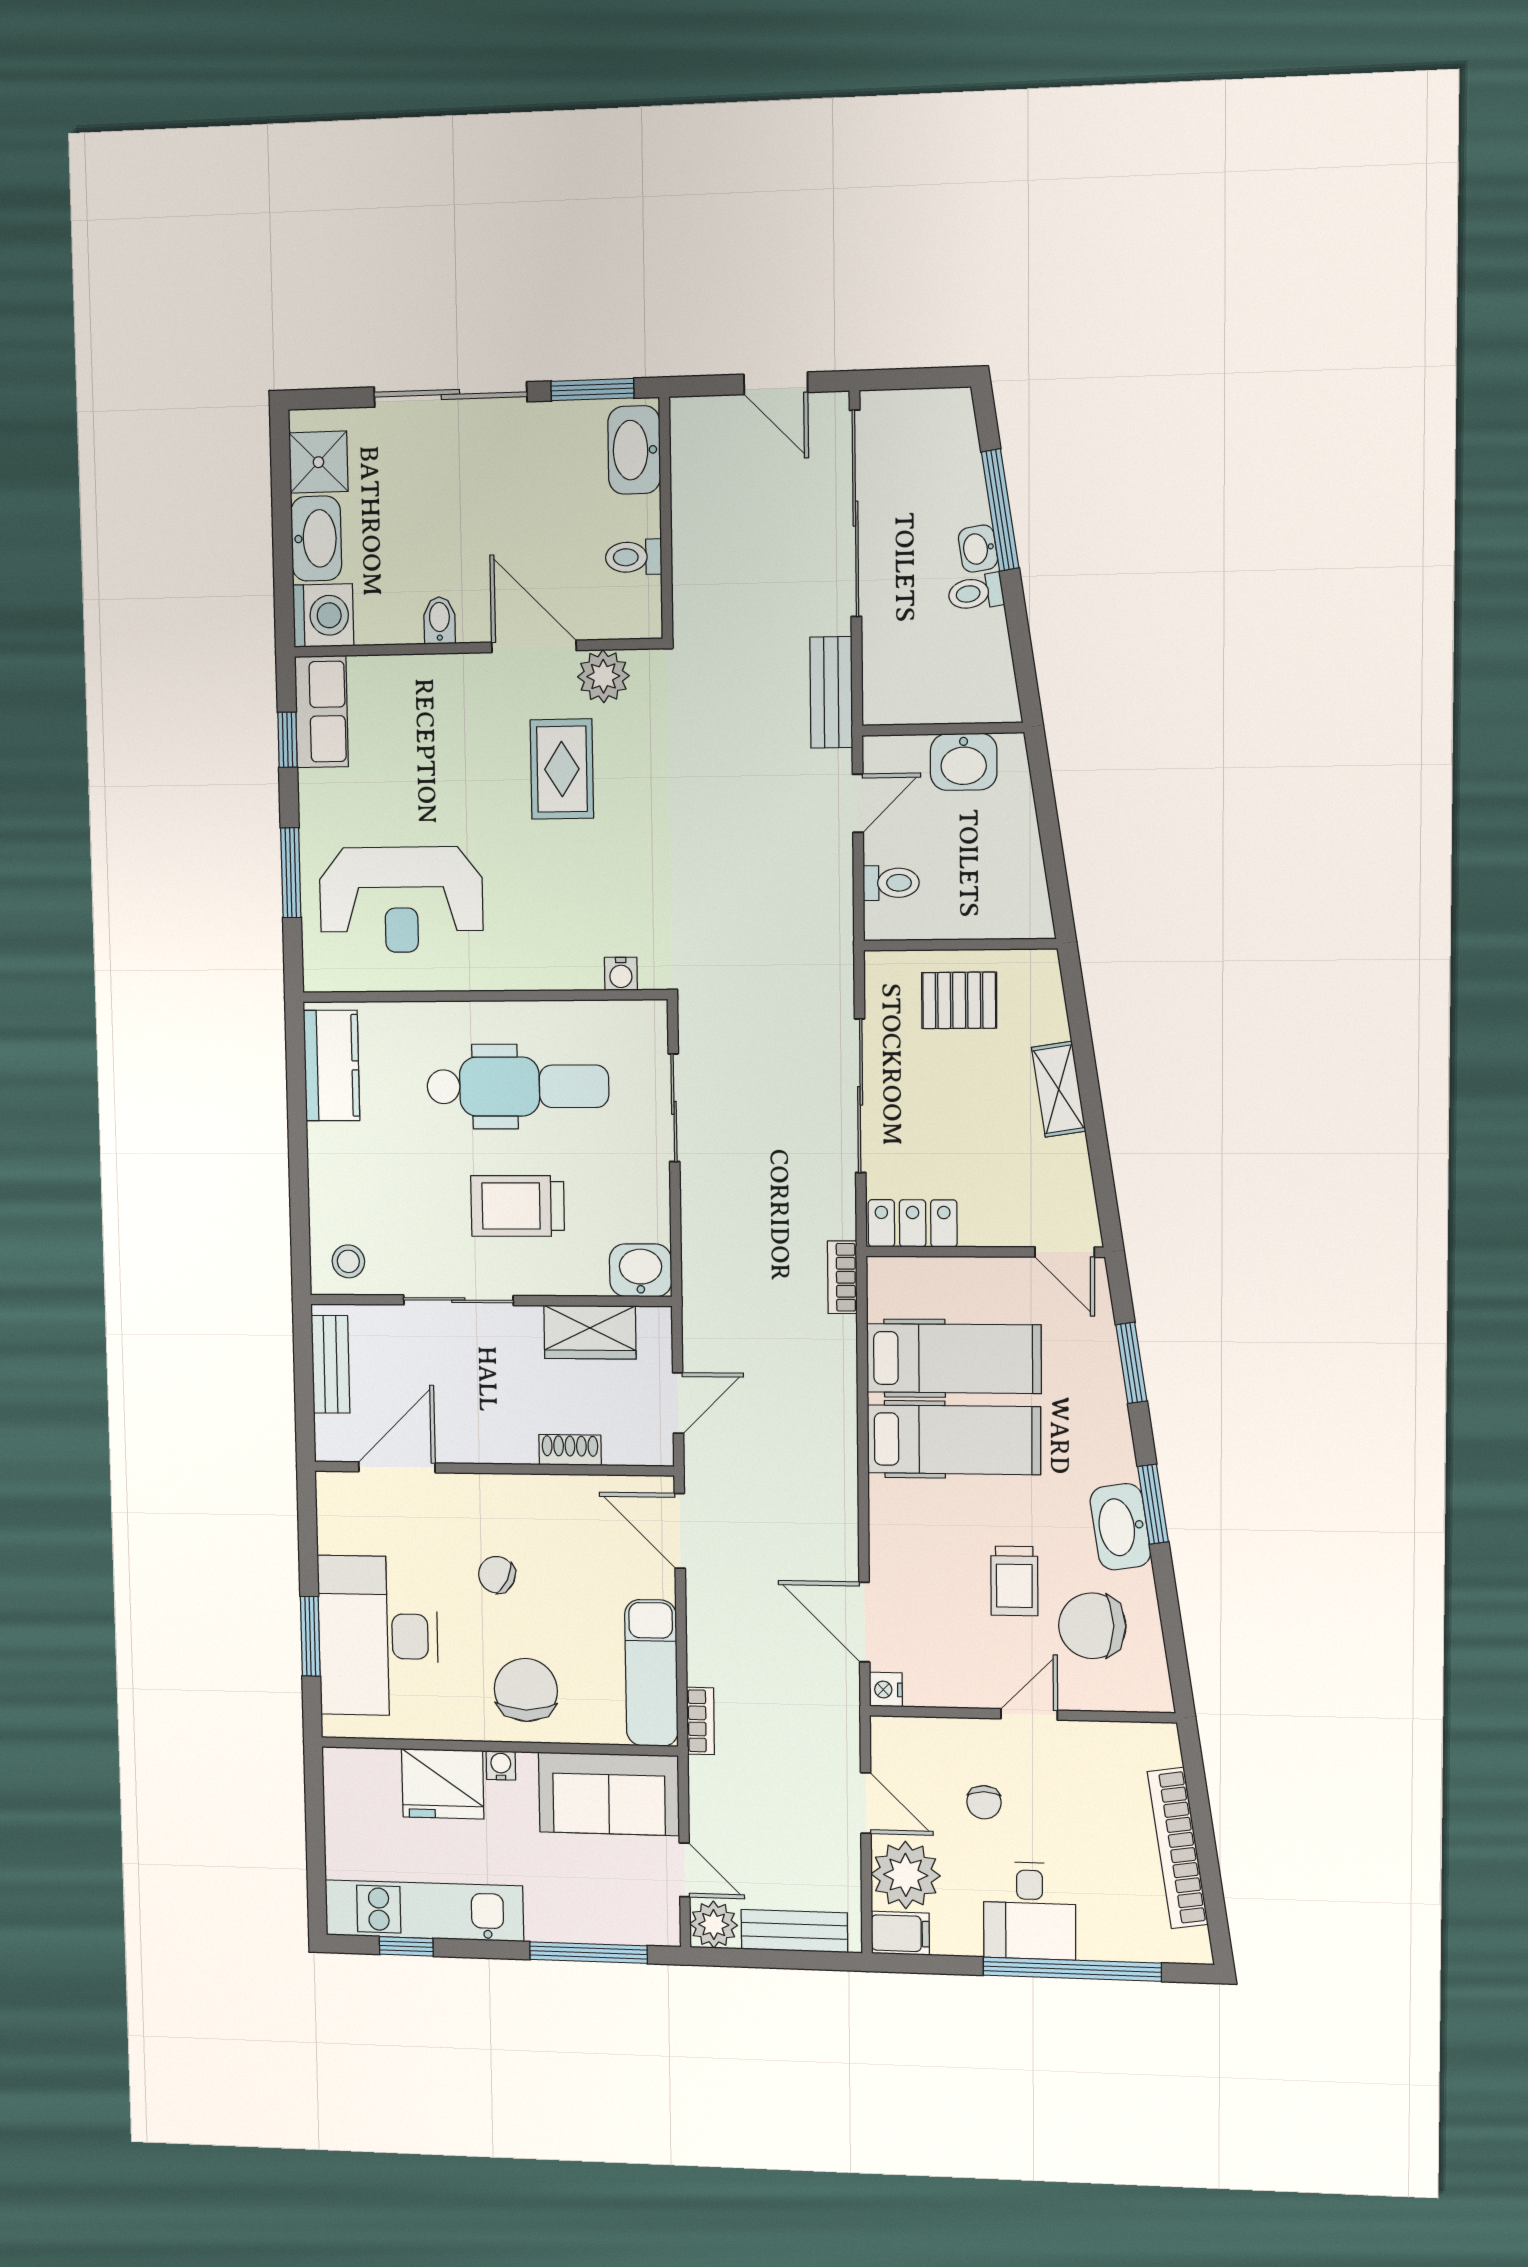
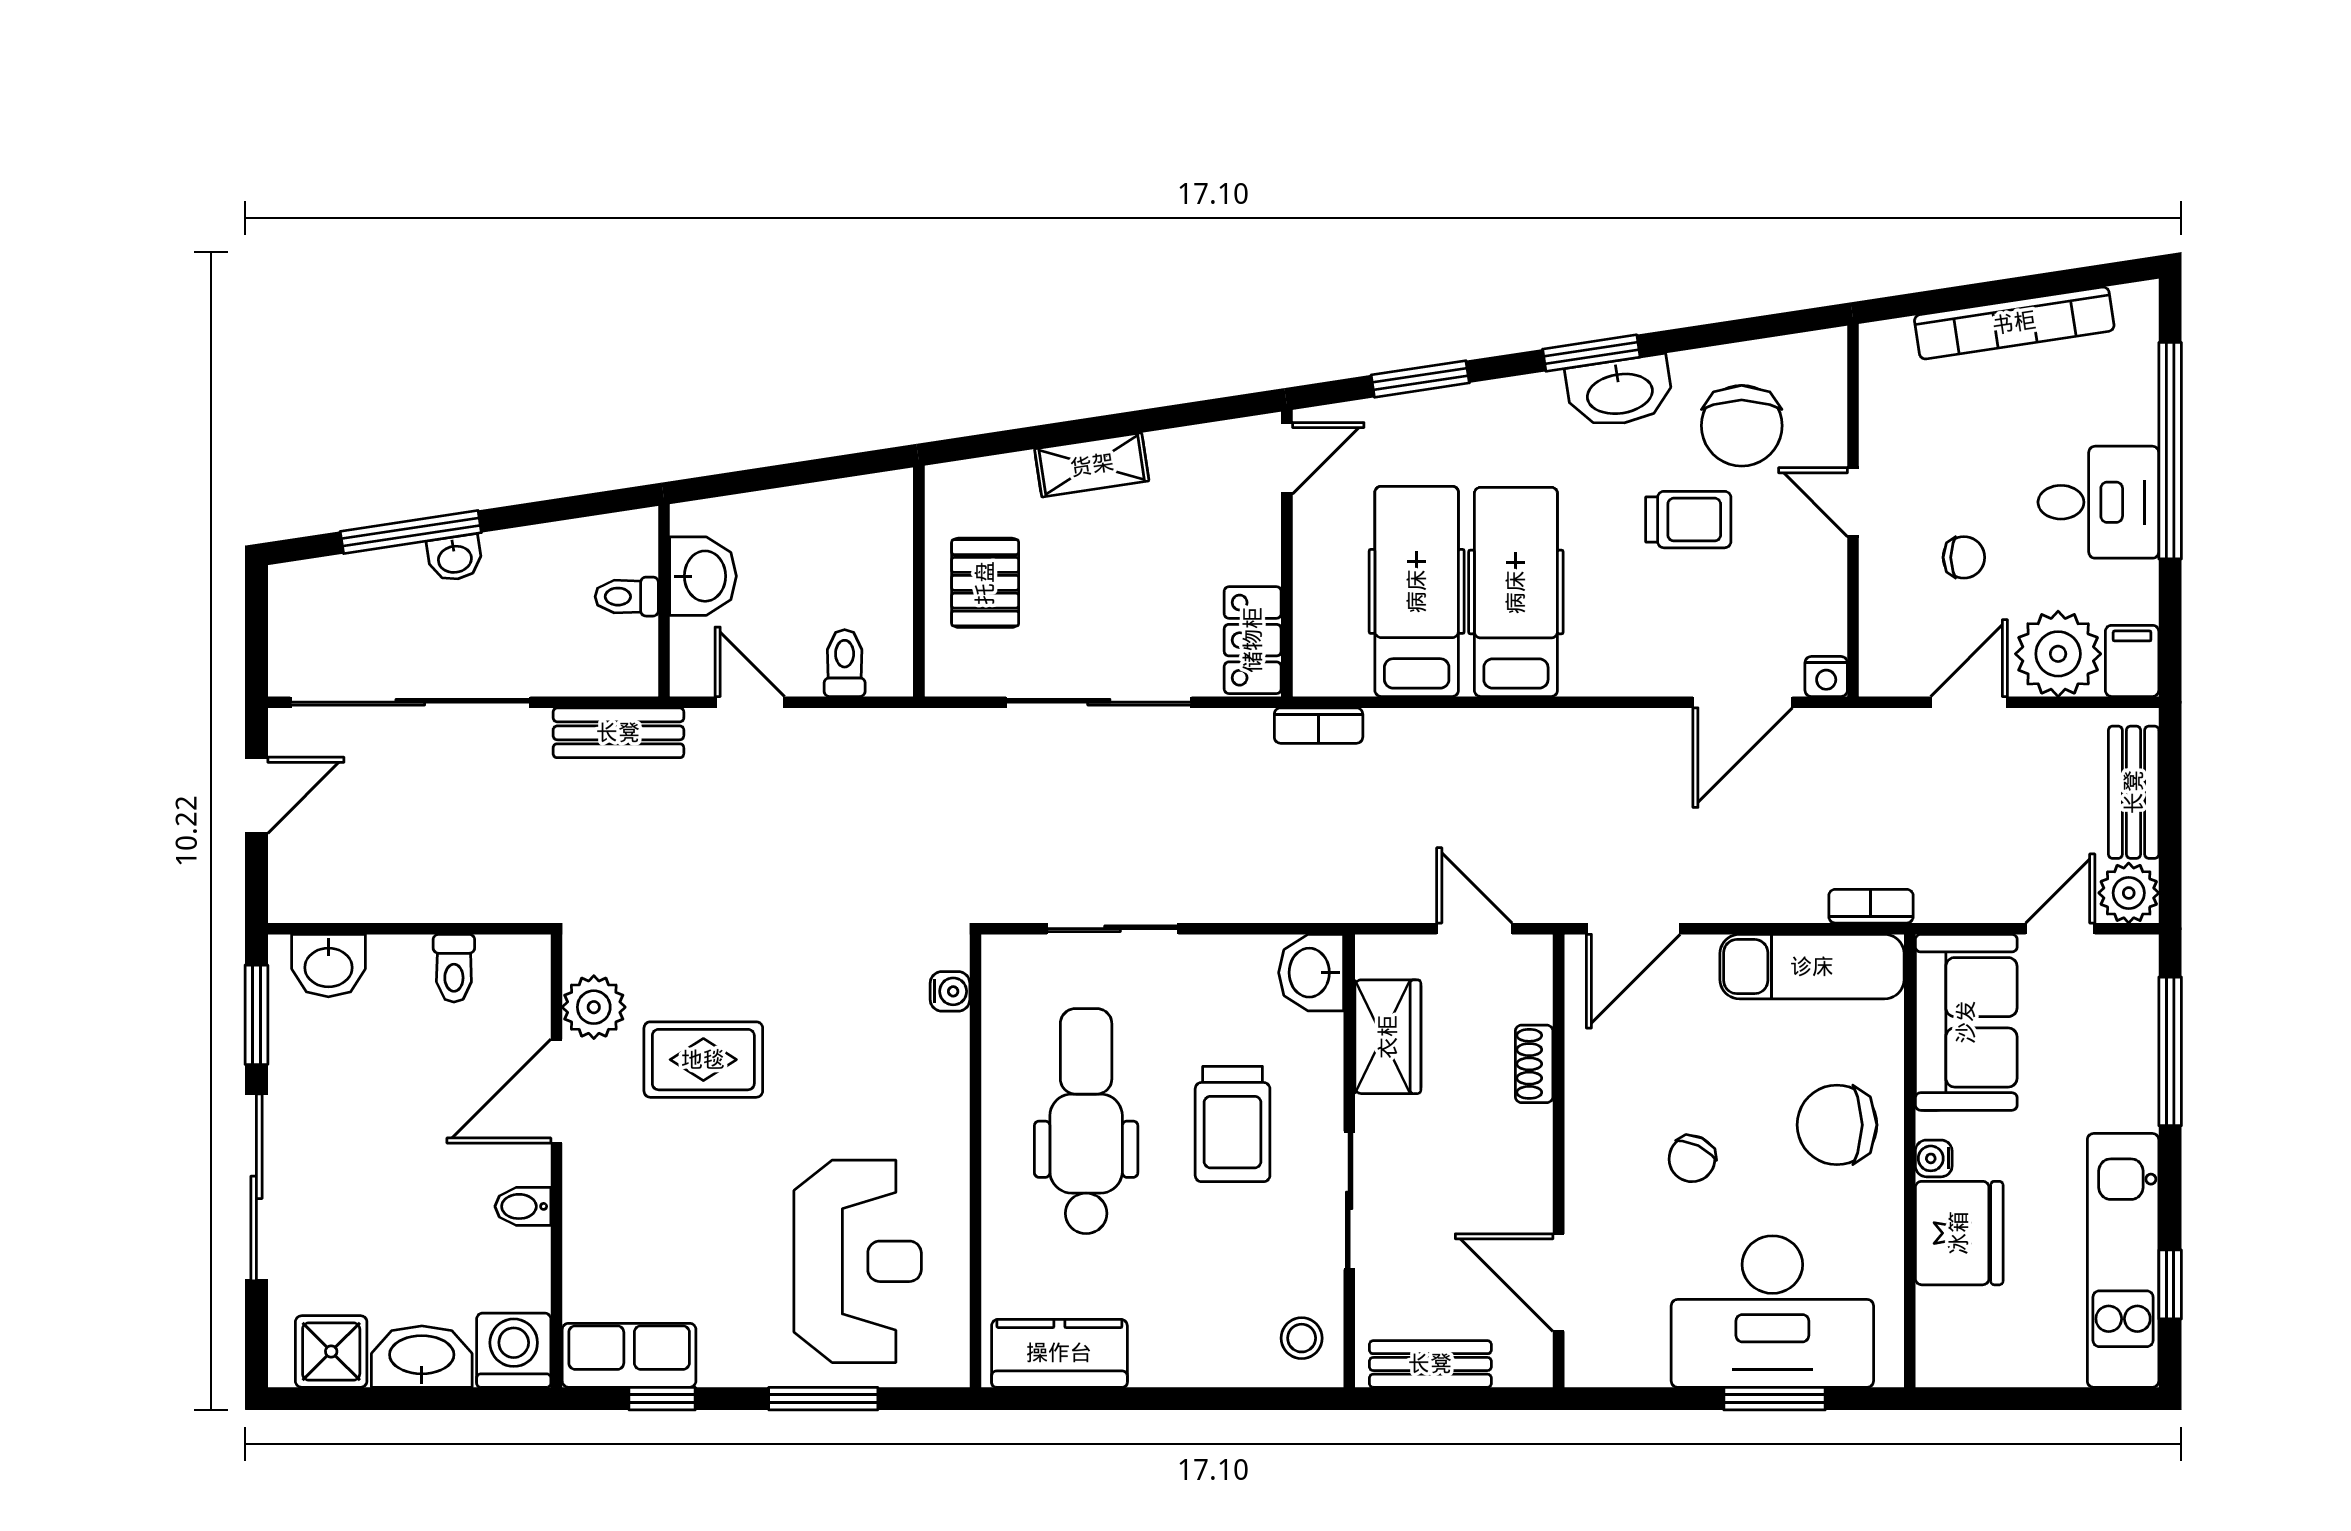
washbasin: (634, 450) -> (328, 966), width x0.72
toilet: (976, 593) -> (627, 597), moved, turned 99

